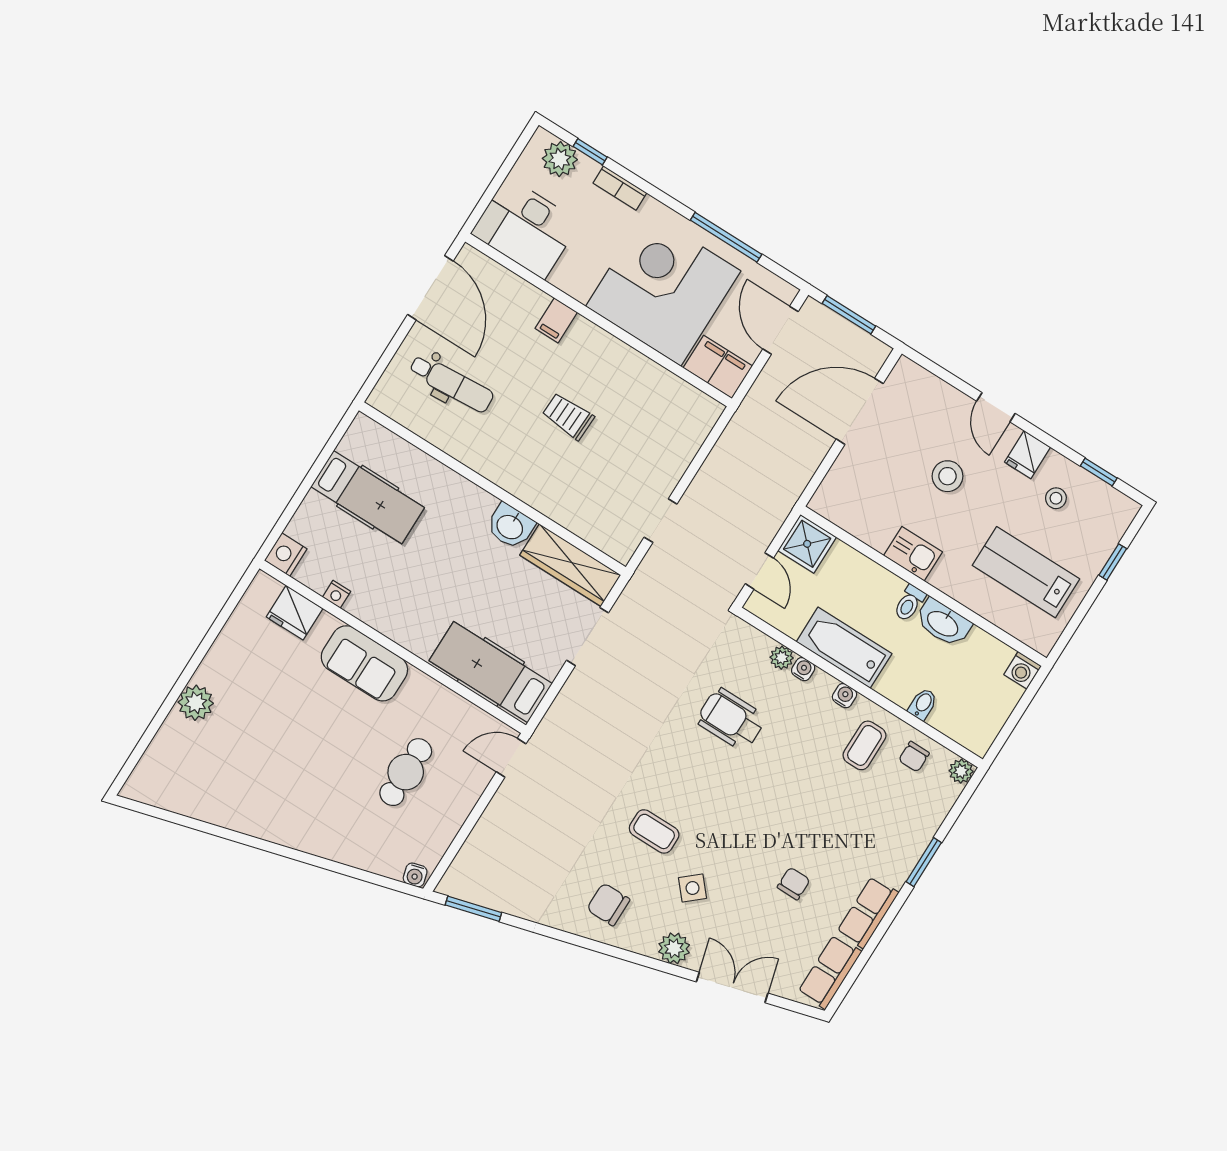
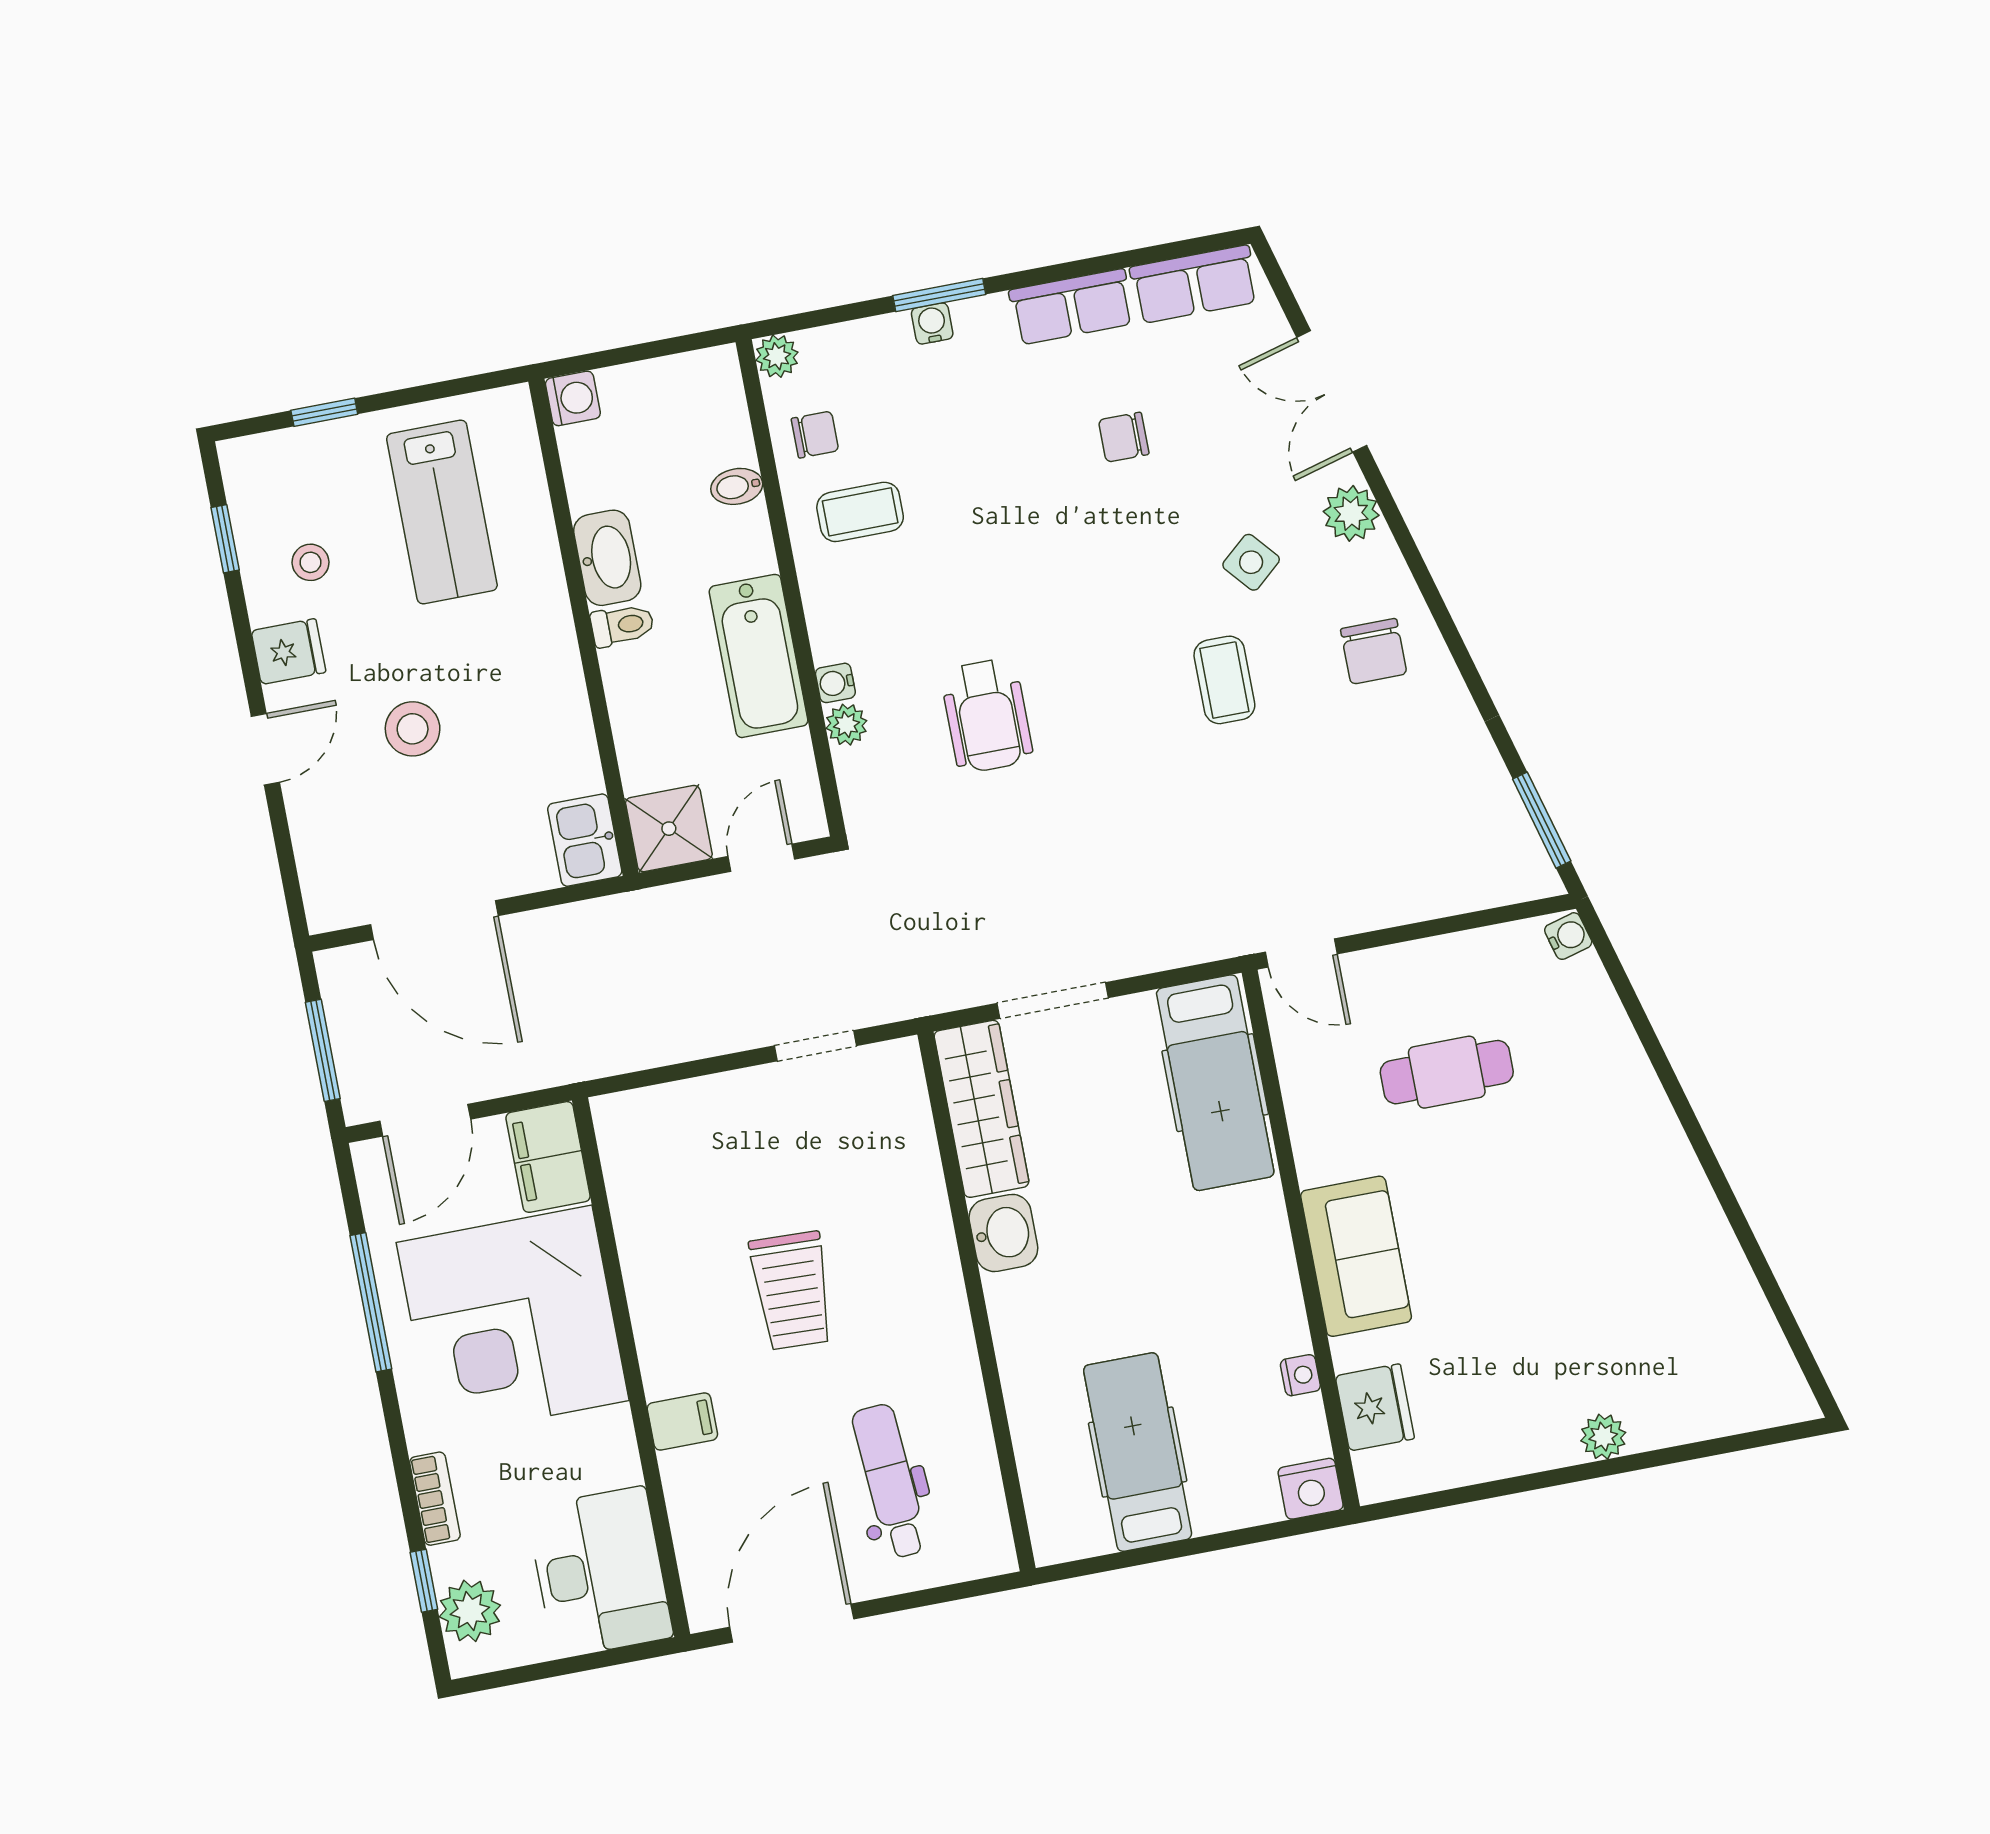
trolley: (568, 416) -> (792, 1291), width x1.36, depth x1.39
kitchen sink: (913, 554) -> (585, 840), moved
water cooler: (844, 696) -> (932, 323), moved, turned 90
plant: (196, 703) -> (1603, 1437), width x0.73, depth x0.73

